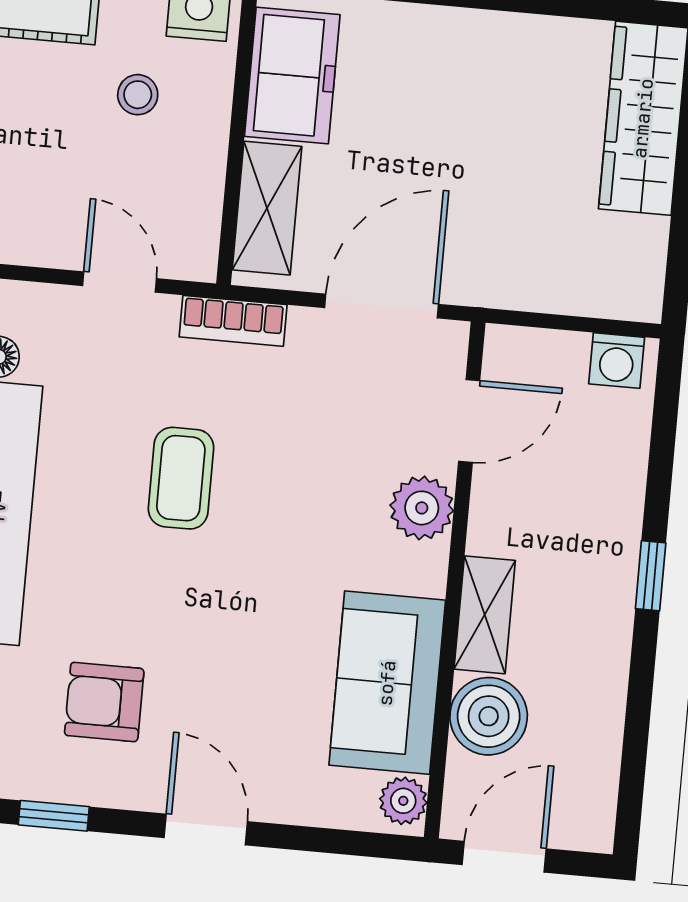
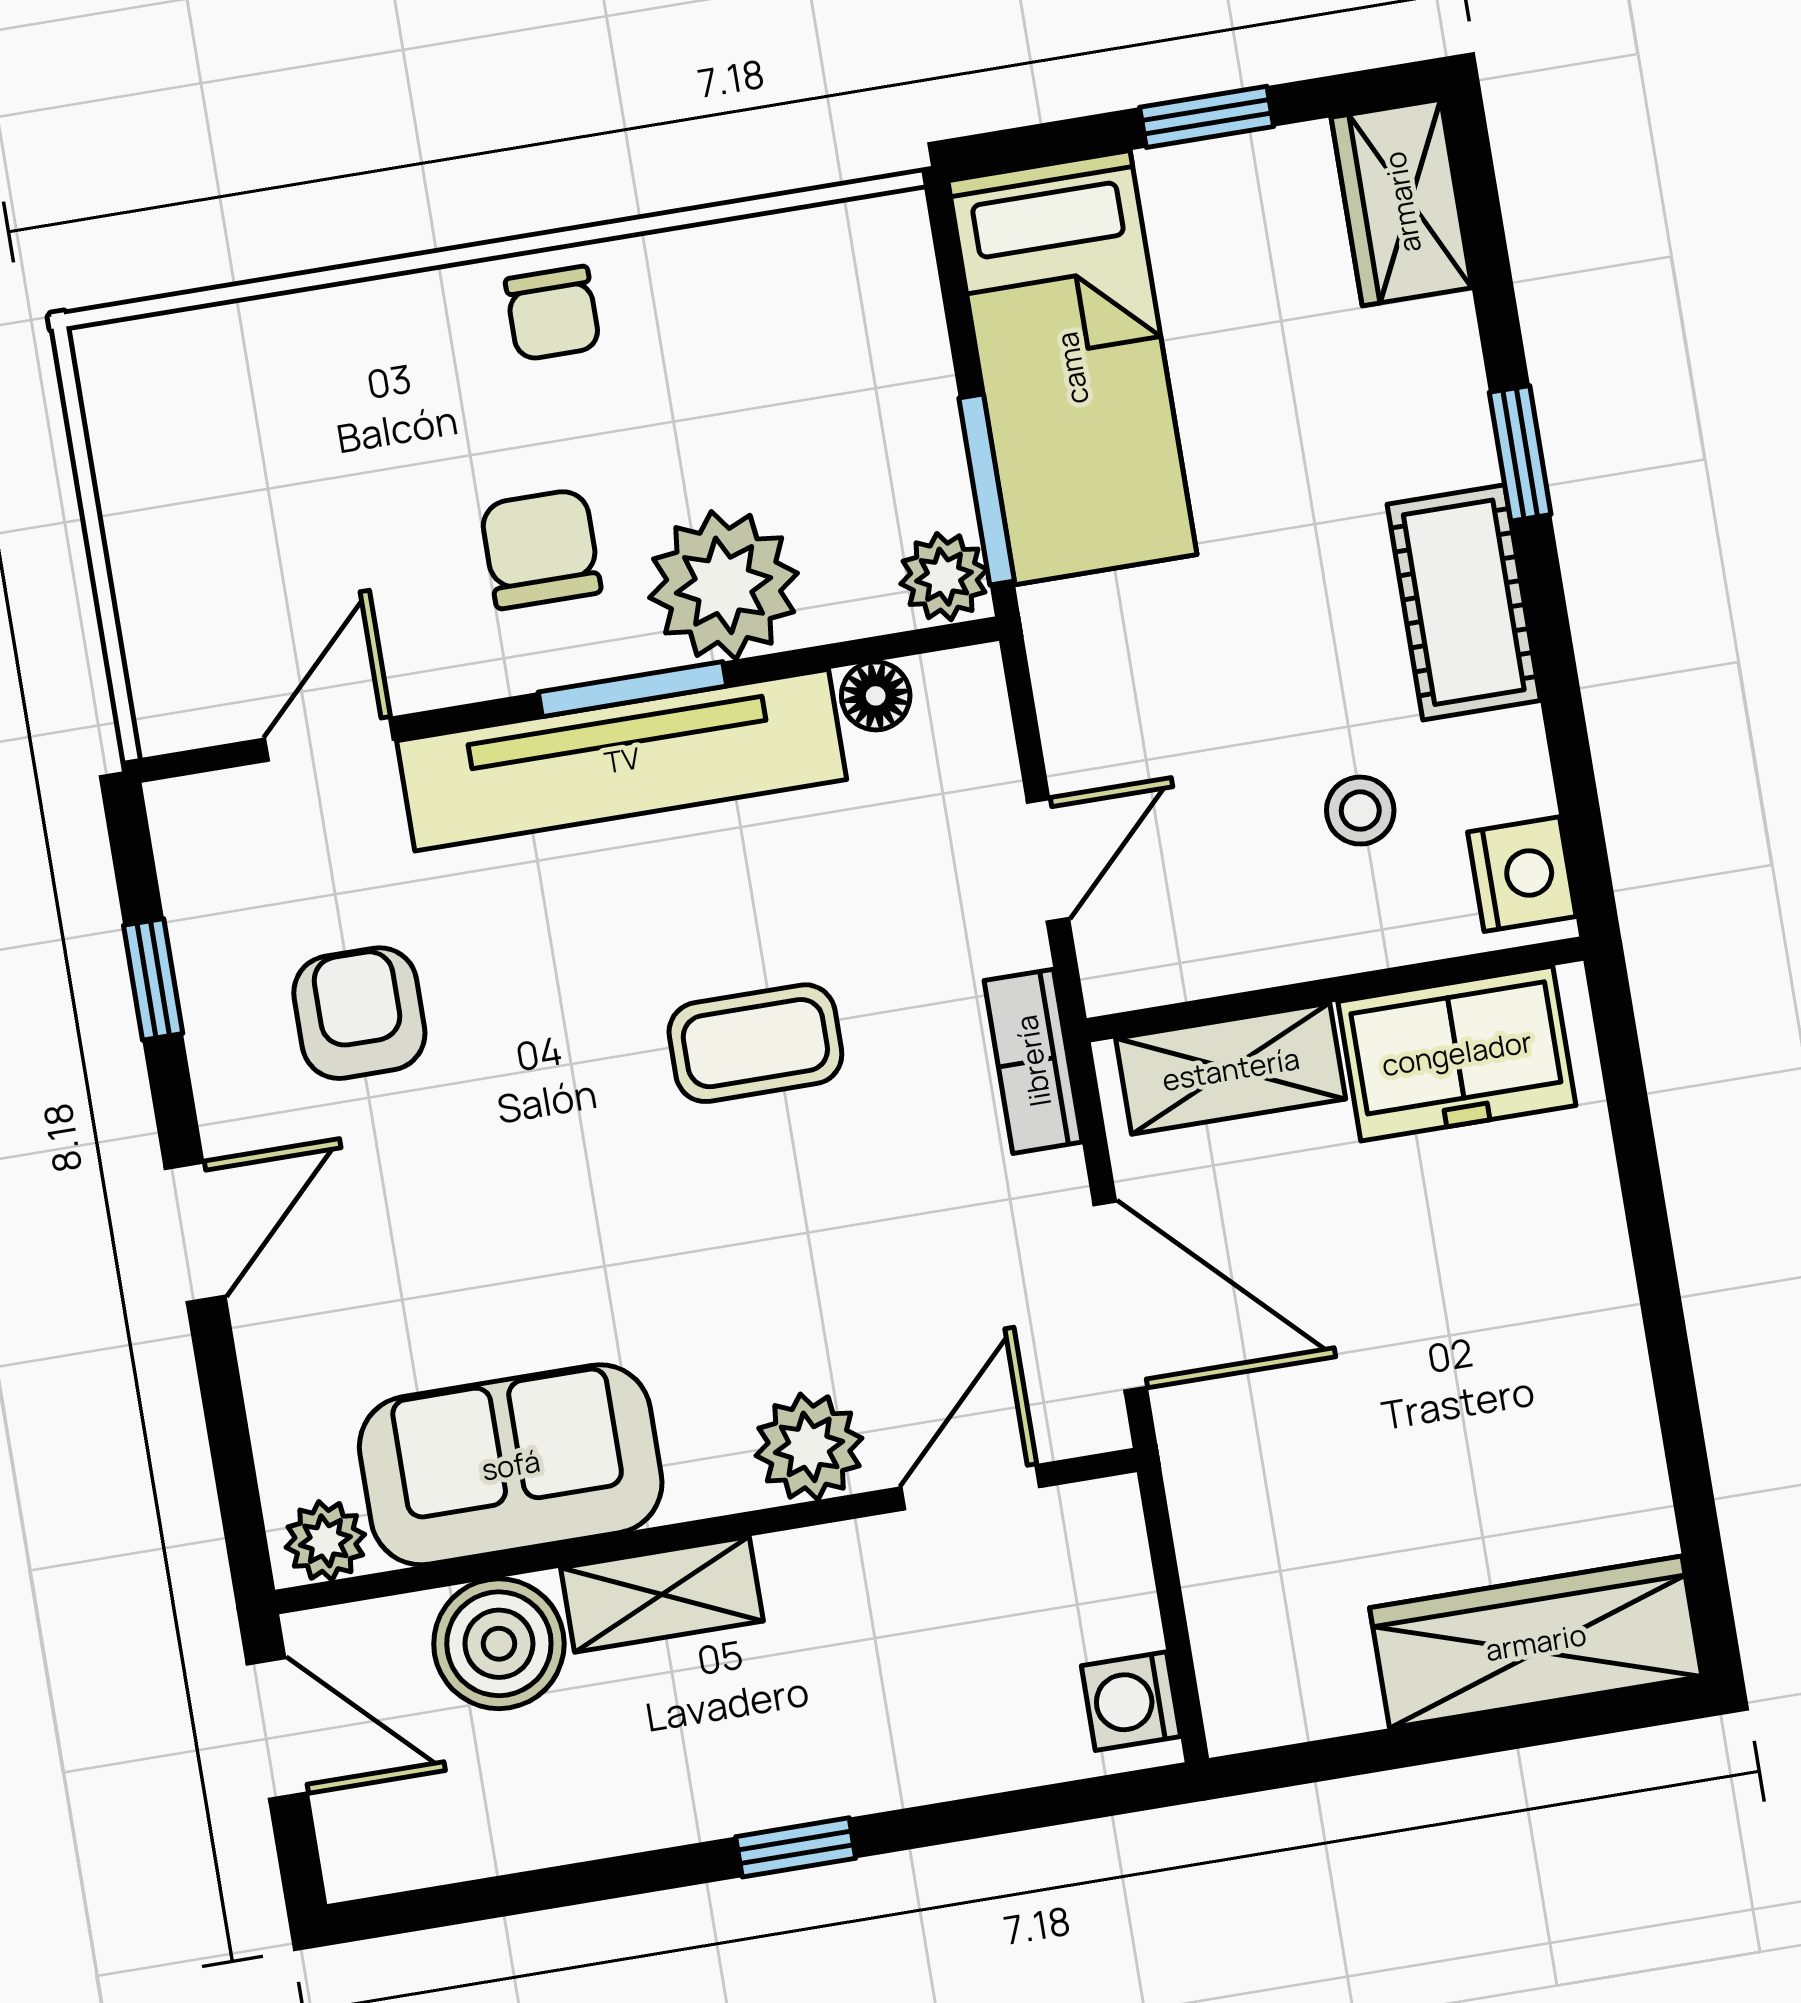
door: (469, 421) -> (970, 1487), swing flipped

